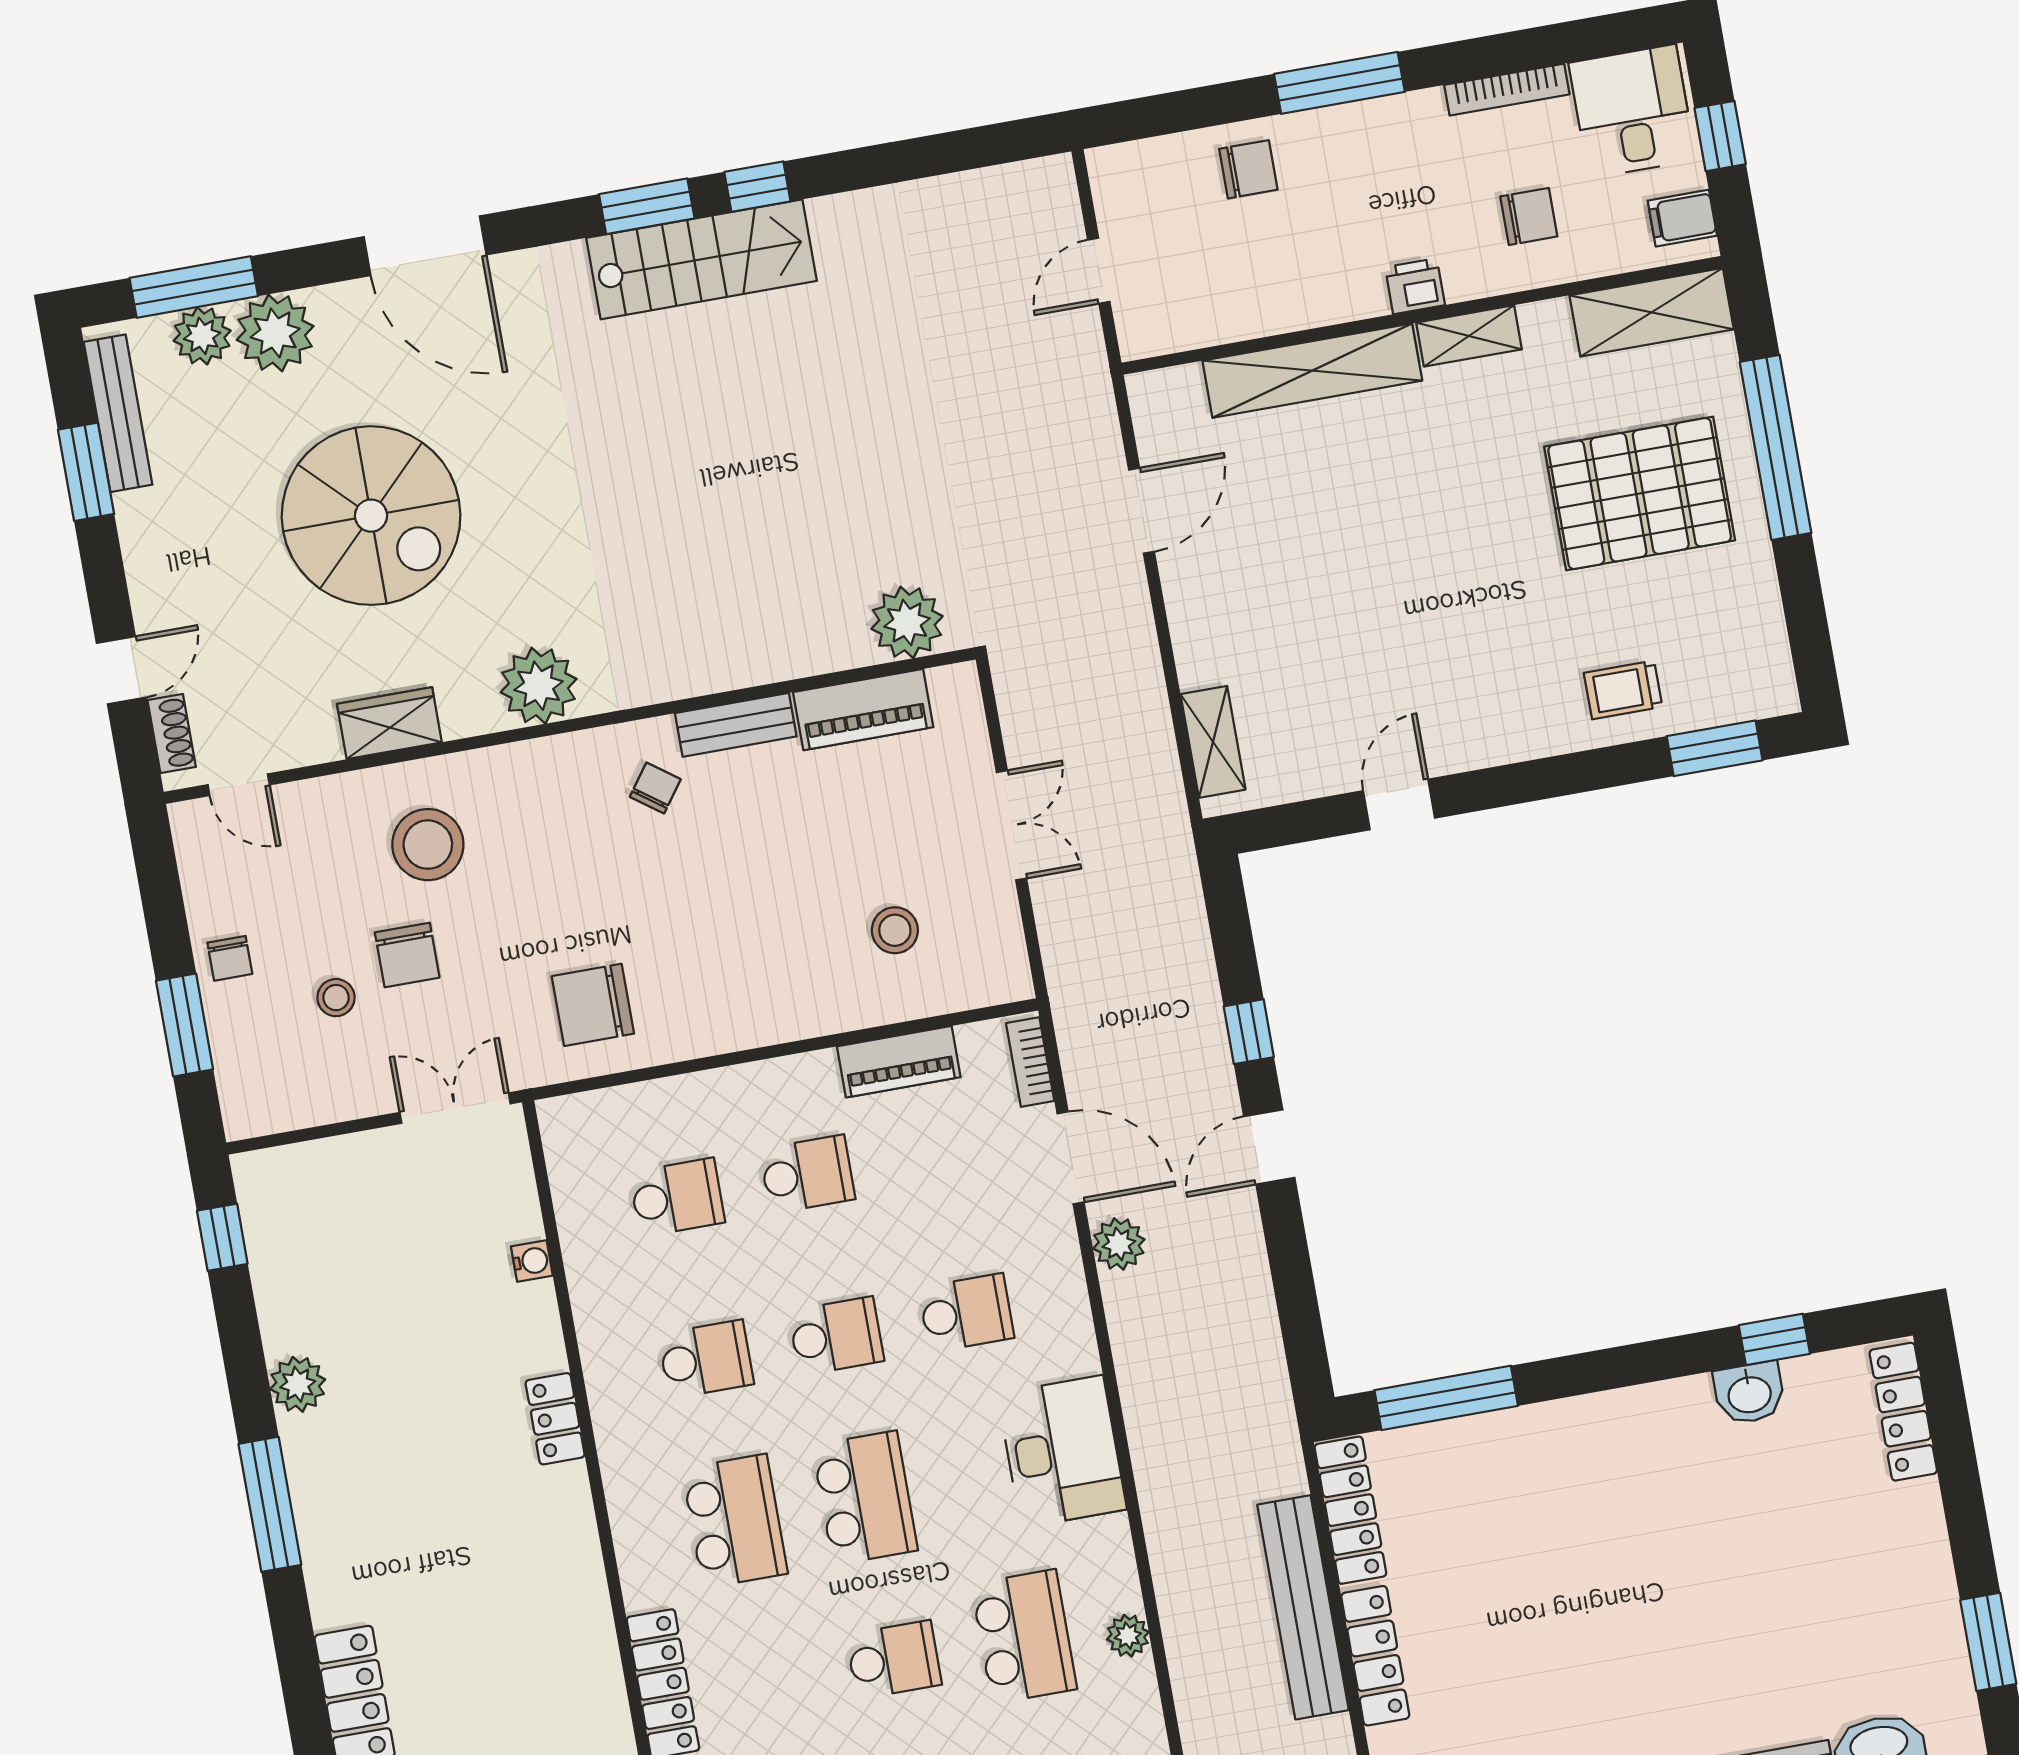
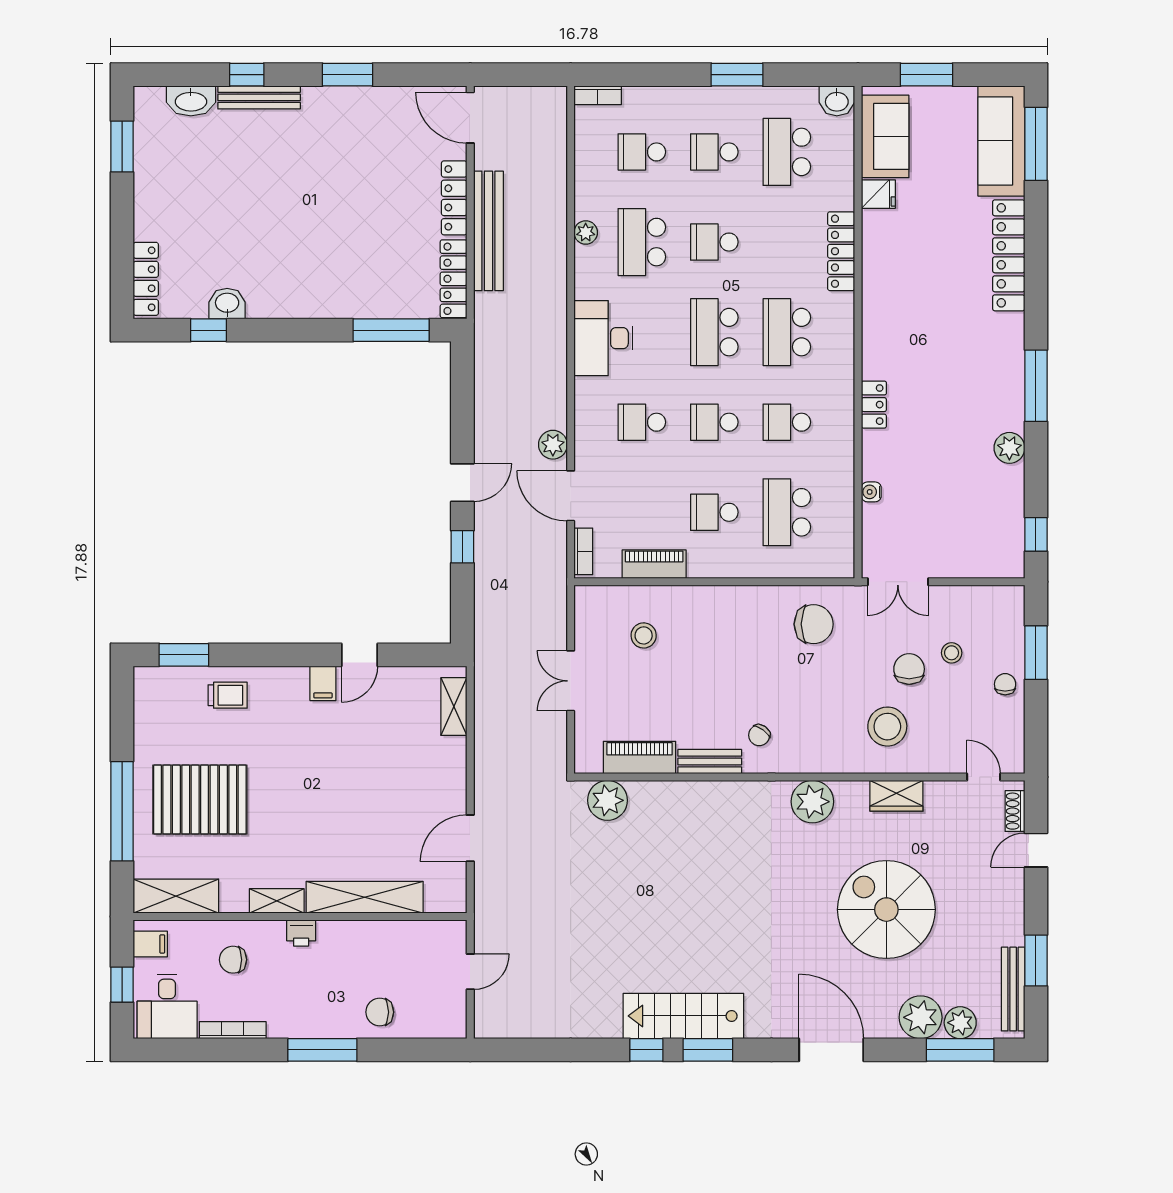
filing cabinet: (1456, 742) -> (323, 683), added
school desk: (677, 1197) -> (787, 512), width x1.85

